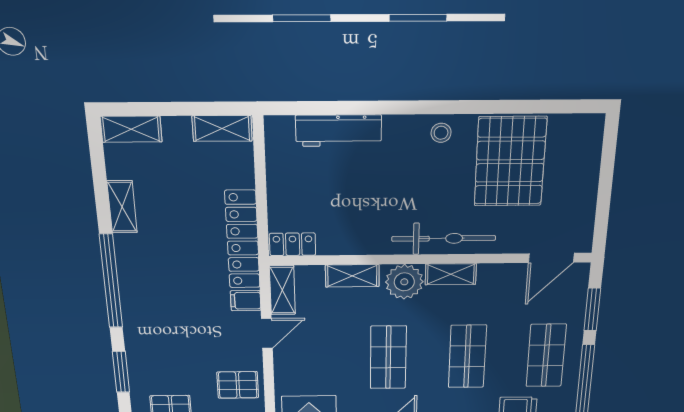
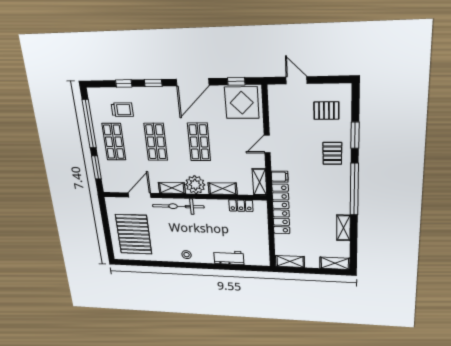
workbench: (338, 131) -> (229, 258), width x0.73
pallet: (510, 162) -> (134, 234), moved
locker: (293, 244) -> (241, 206), moved
door: (551, 258) -> (140, 195), moved
door: (267, 333) -> (267, 144), moved
pallet: (238, 385) -> (332, 153), moved, turned 90

